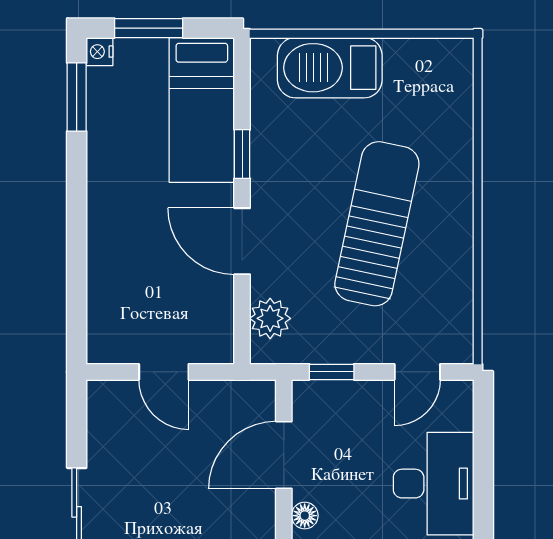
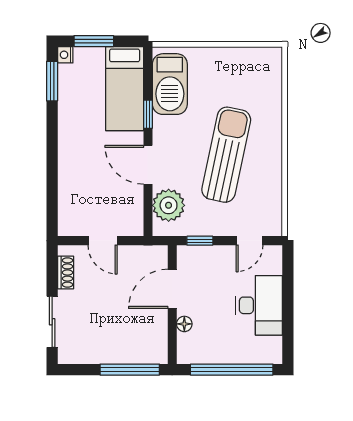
barbecue: (330, 68) -> (170, 84), moved, turned -90
plant: (270, 318) -> (169, 205), width x1.36, depth x1.36
shoe rack: (100, 427) -> (66, 273), added

